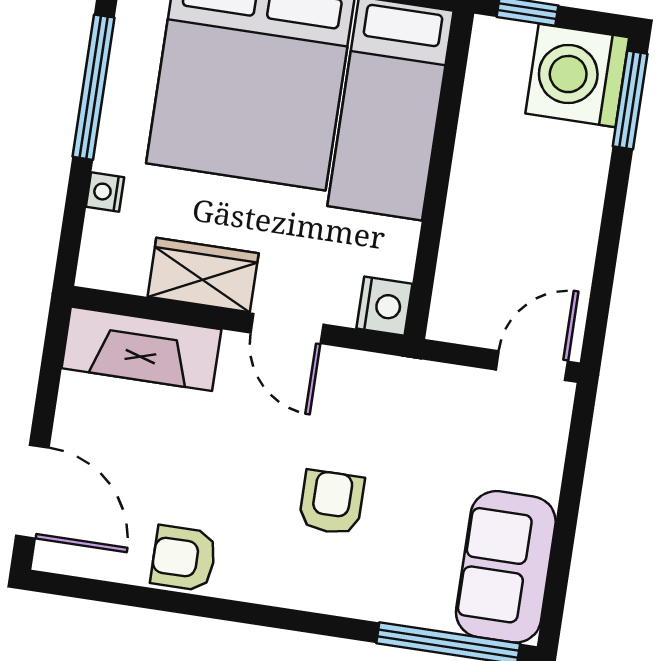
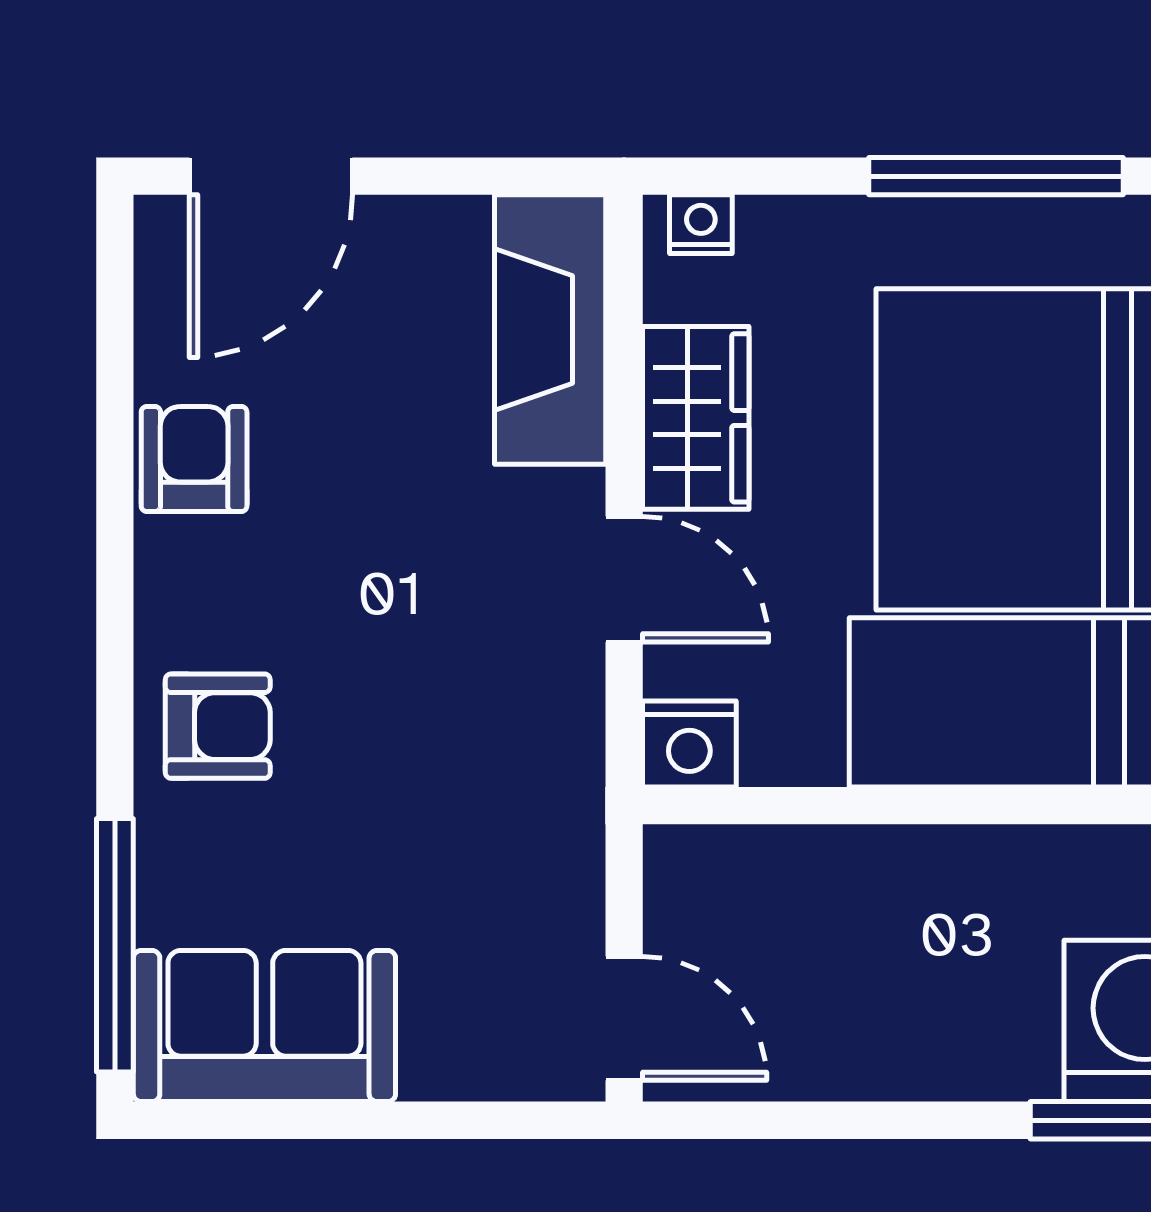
nightstand: (105, 192) -> (701, 224), moved
door: (287, 329) -> (624, 579), swing flipped
armchair: (331, 502) -> (218, 726), moved

